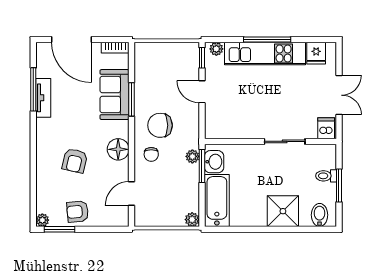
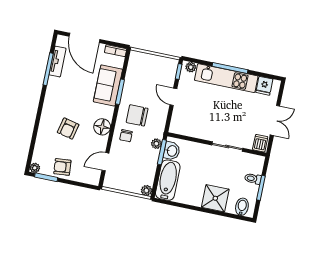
tv unit: (43, 98) -> (58, 62), moved

